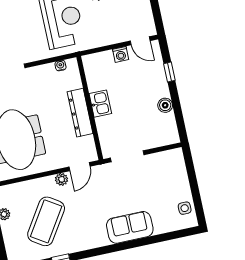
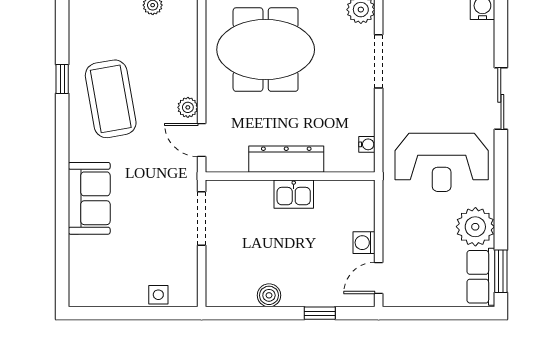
side table: (185, 208) -> (158, 295), moved
coffee table: (46, 221) -> (111, 99), moved, turned 47

